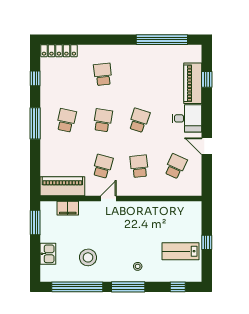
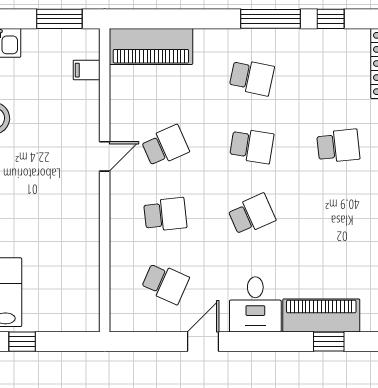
school desk: (139, 120) -> (252, 215), turned -42
window: (35, 123) -> (270, 19), moved
school desk: (103, 166) -> (165, 146), turned -39
piano: (62, 186) -> (151, 46), moved, turned 90
door: (108, 199) -> (105, 156), hinge flipped
filing cabinet: (68, 208) -> (87, 70), width x0.50

